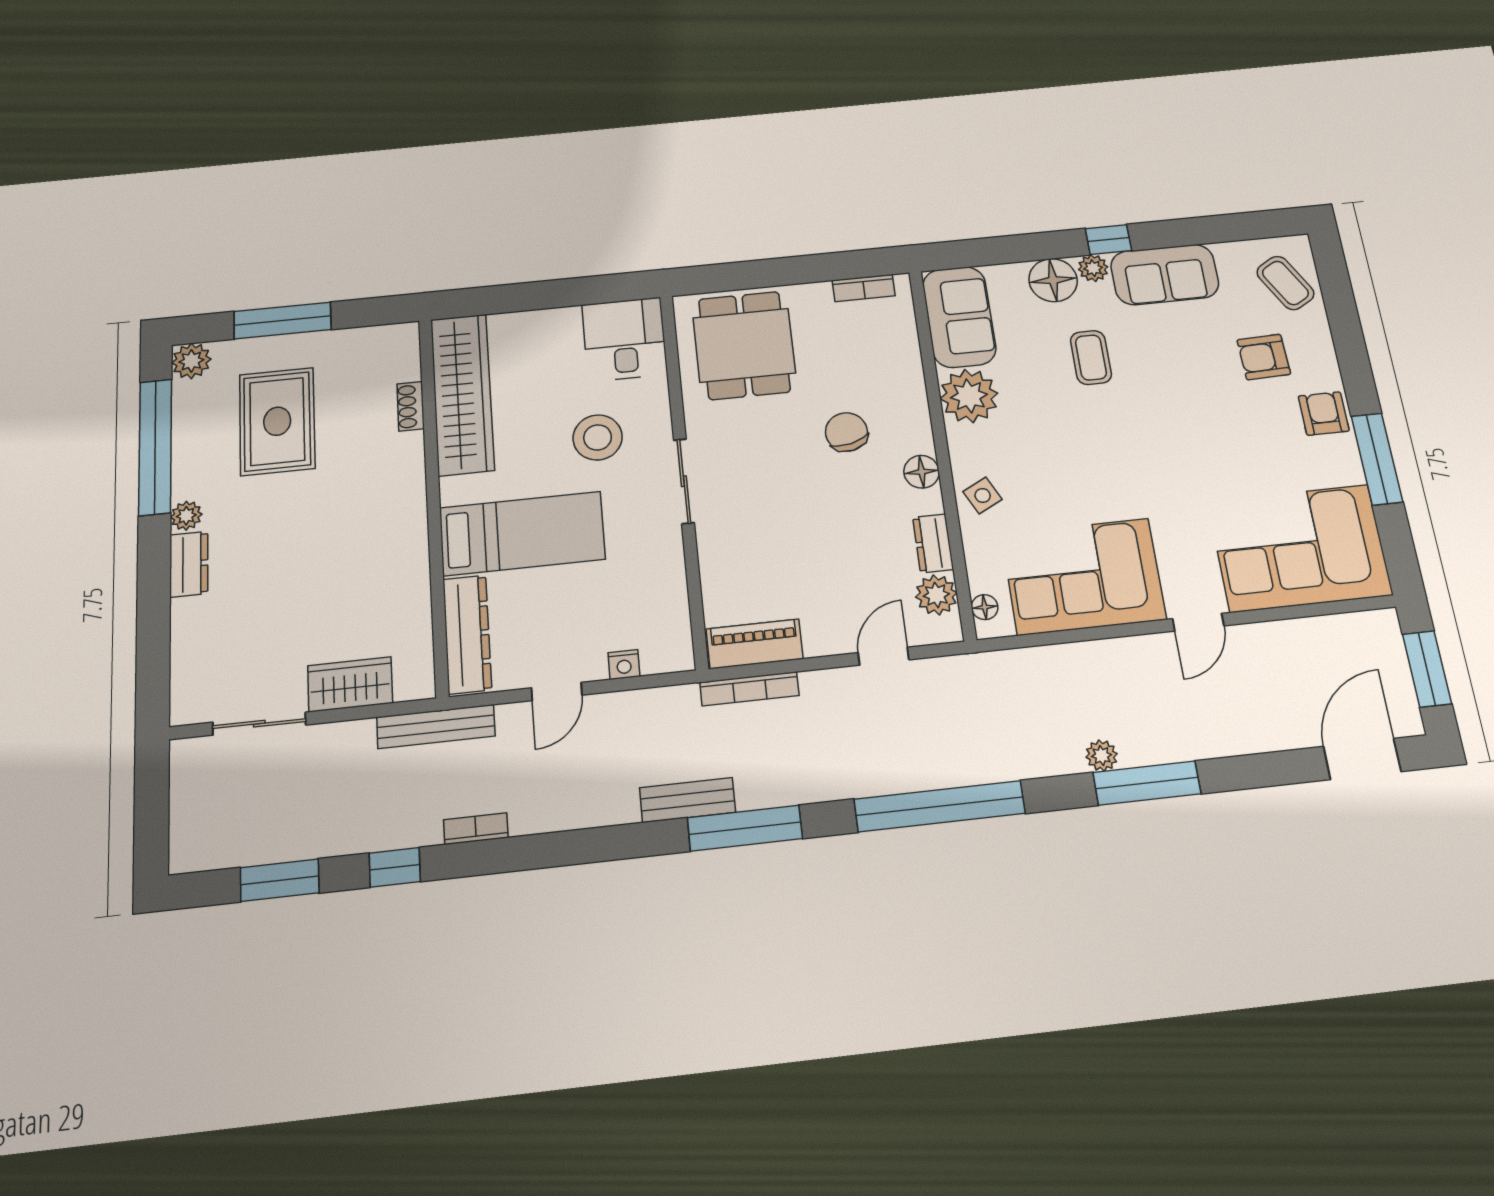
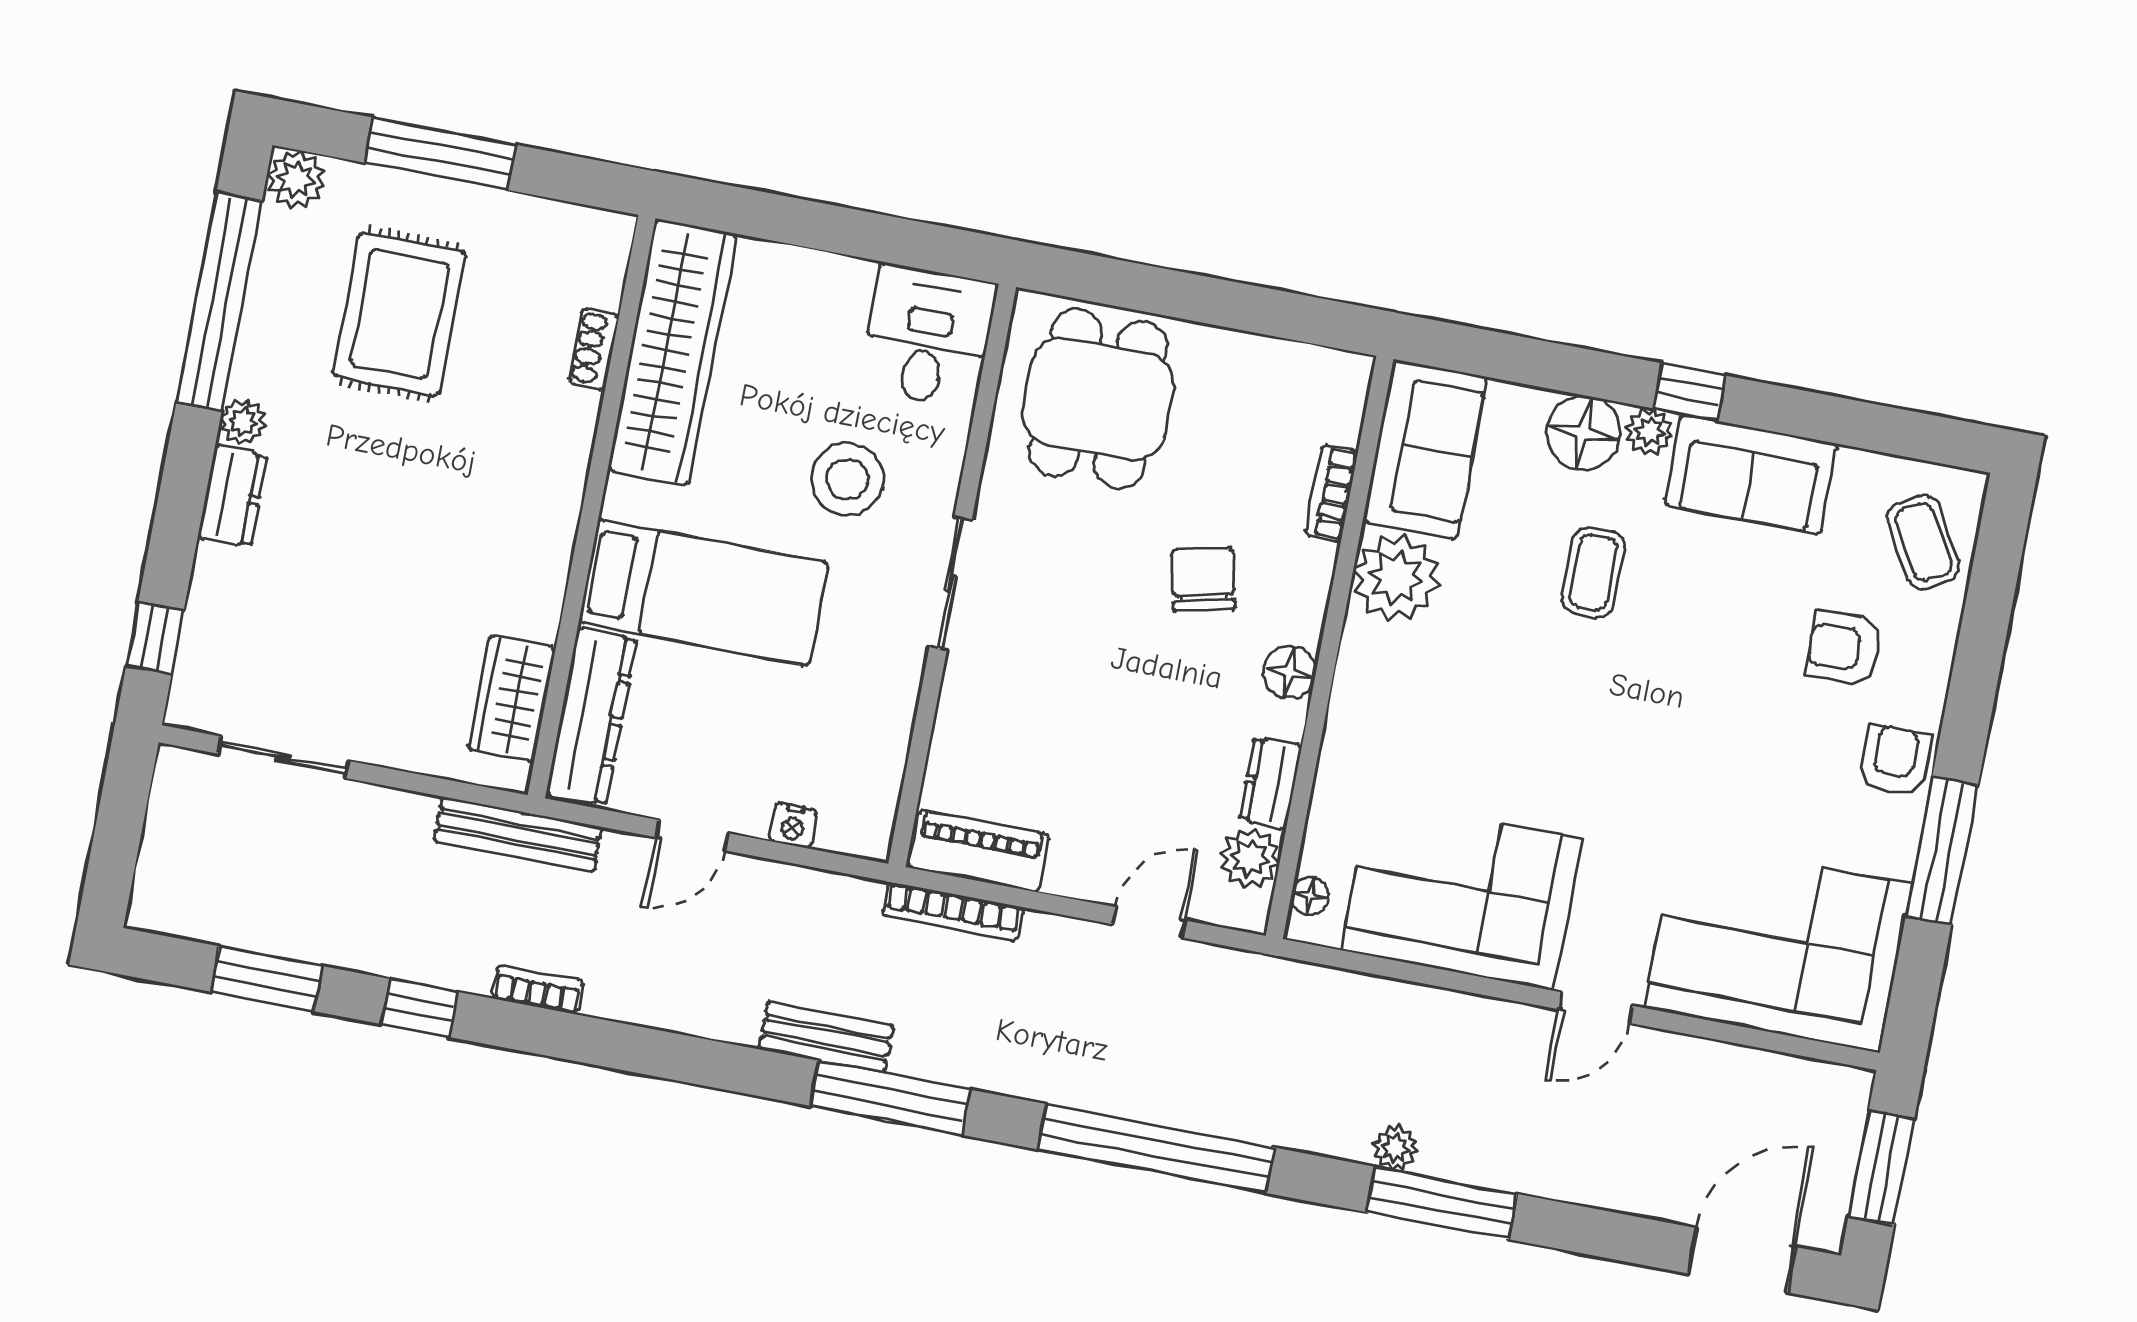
bookcase: (864, 288) -> (1331, 493), moved, turned 90
side table: (983, 495) -> (1364, 734), removed
window: (153, 671) -> (155, 638), added
wardrobe: (350, 684) -> (512, 698), moved, turned -90

